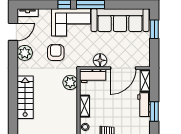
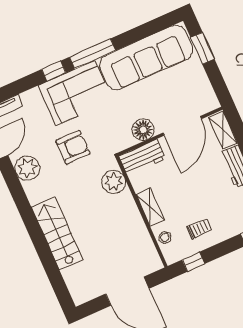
armchair: (56, 53) -> (73, 147), turned 90

